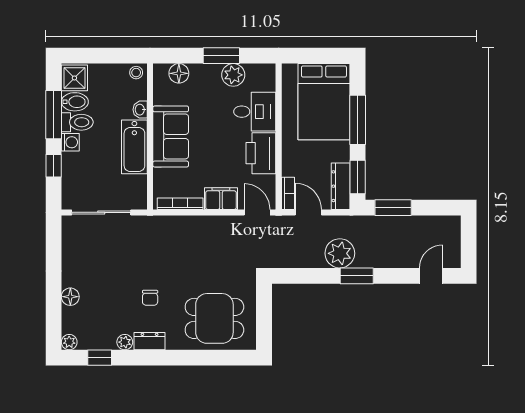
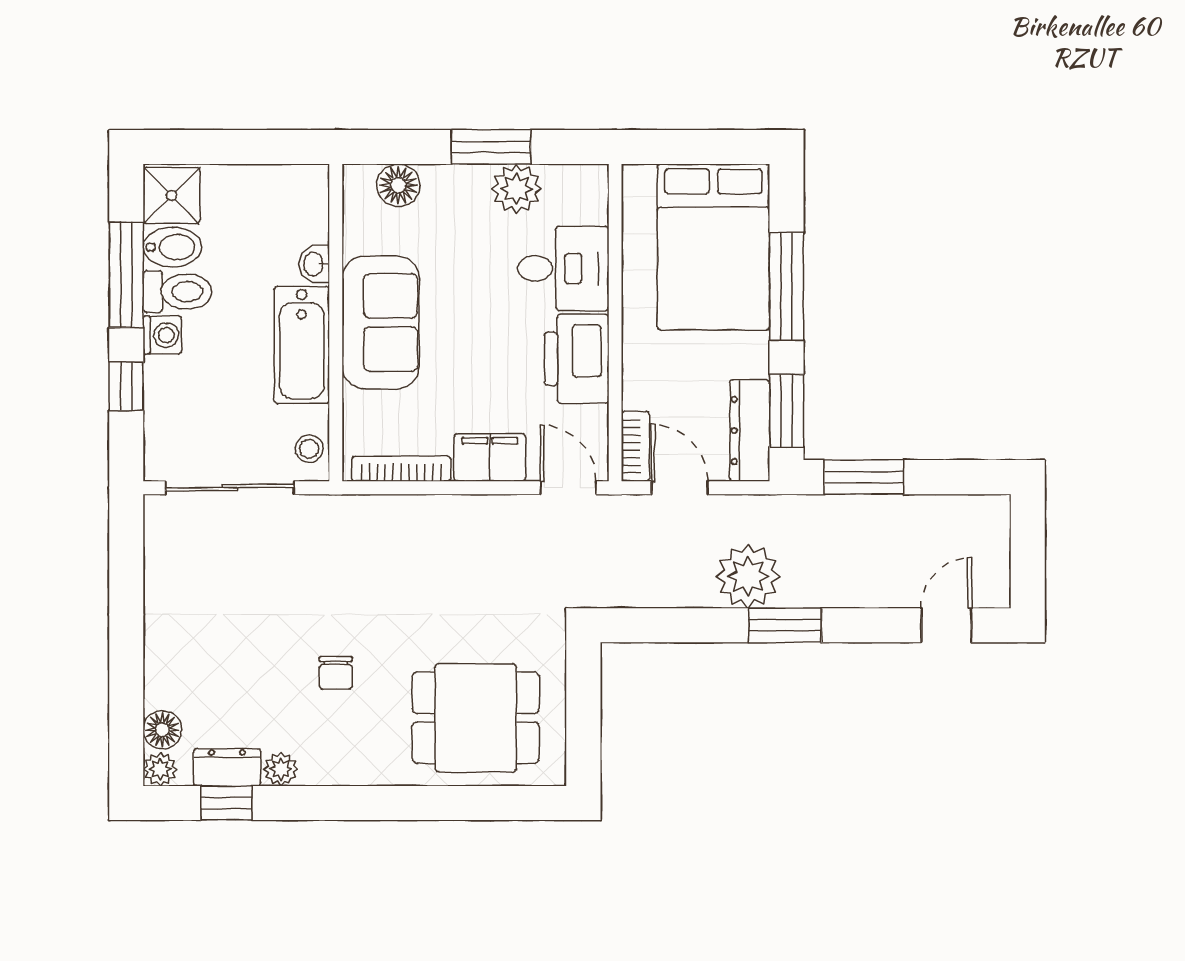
stool: (136, 73) -> (309, 449), moved
floor lamp: (70, 297) -> (162, 730), moved
dresser: (150, 341) -> (227, 767), moved

